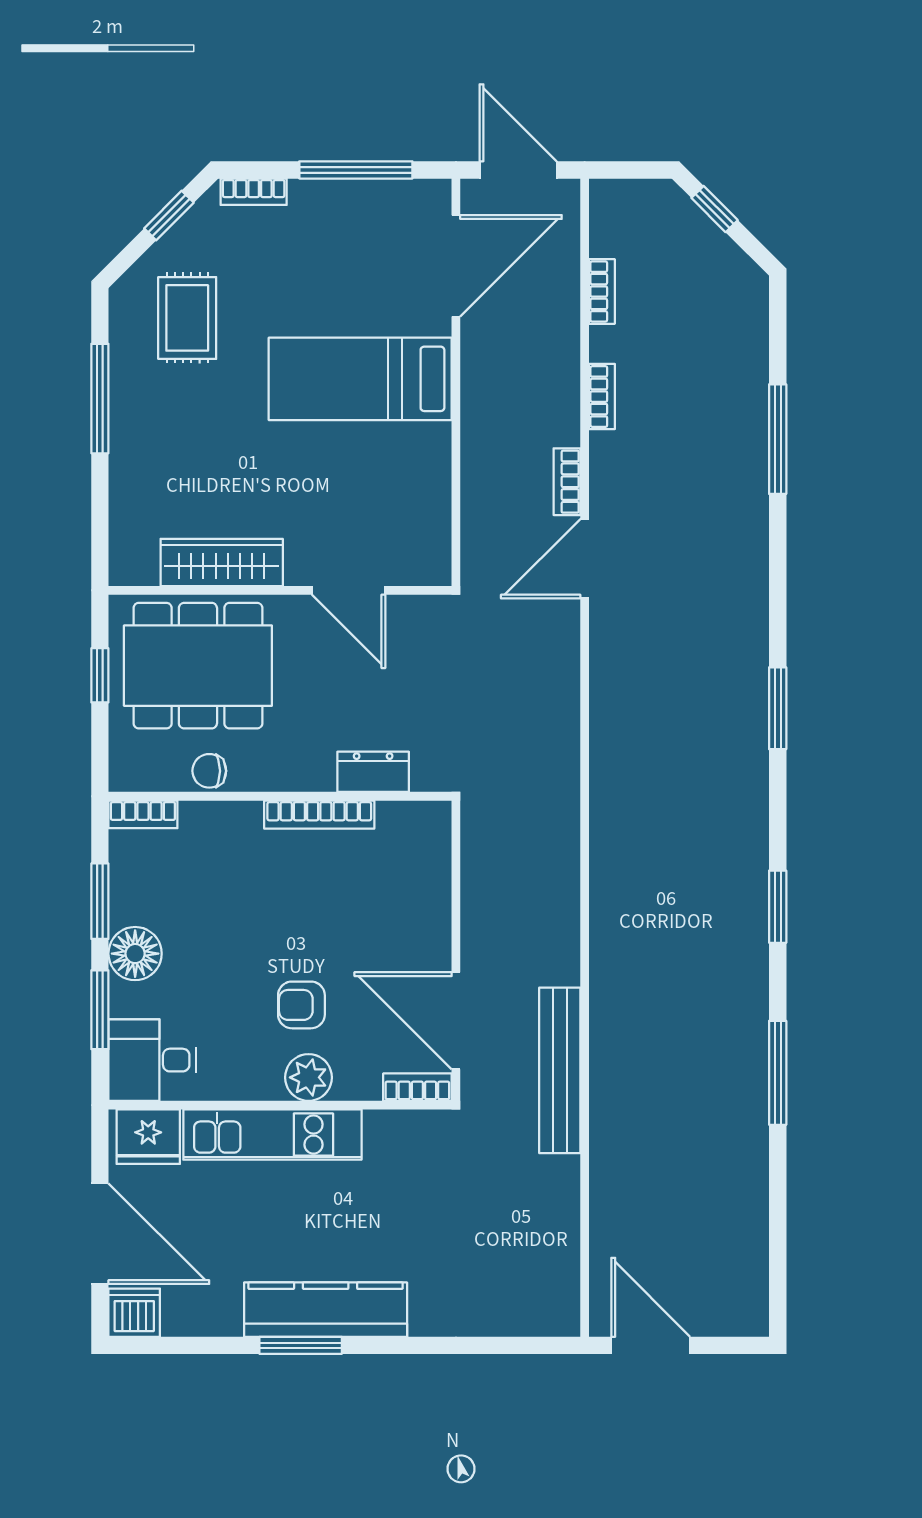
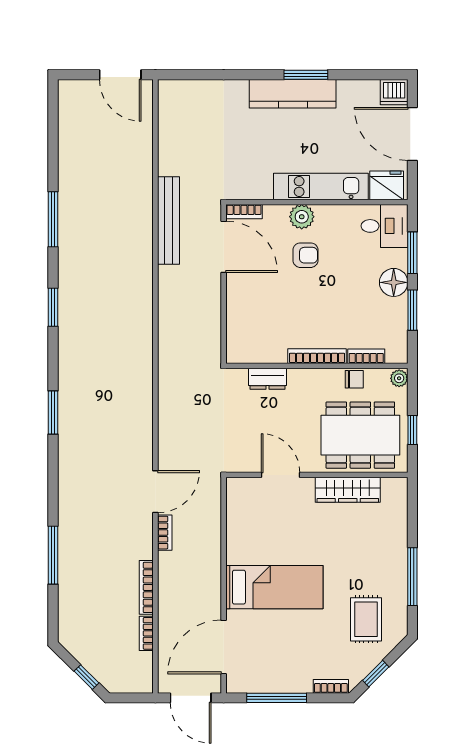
bookcase: (602, 397) -> (146, 587), width x1.56
plant: (125, 773) -> (399, 378), added
bookcase: (143, 814) -> (366, 356), moved
bookcase: (319, 815) -> (317, 356), moved

